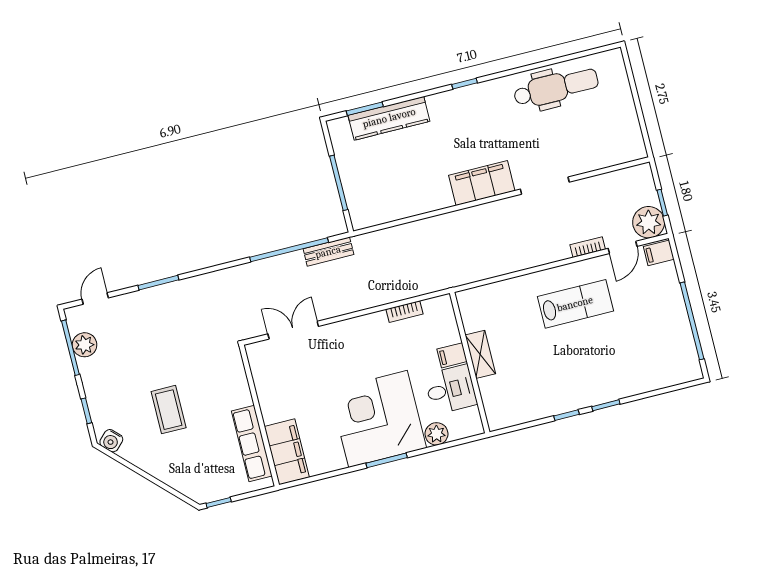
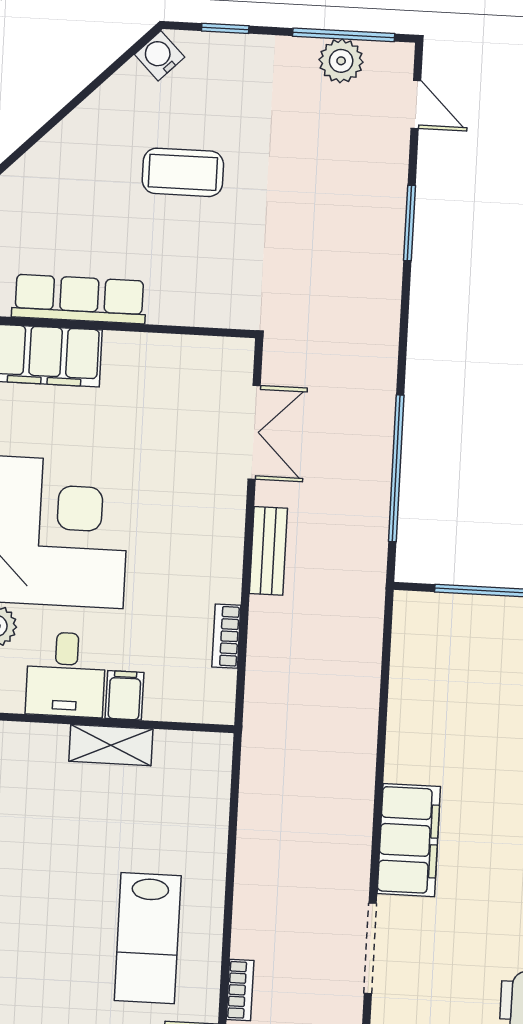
bench: (328, 252) -> (268, 551), moved

